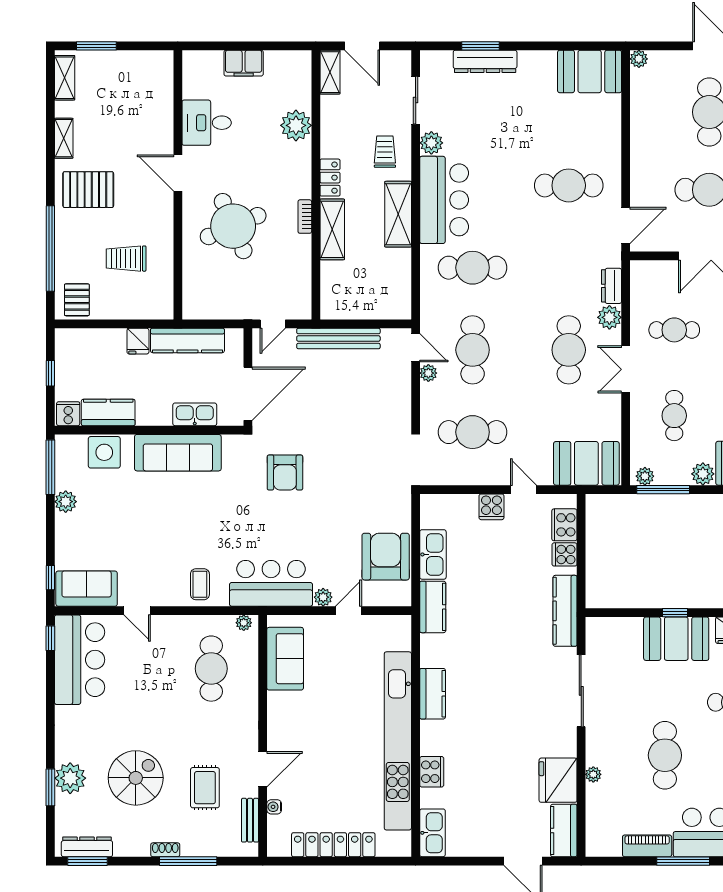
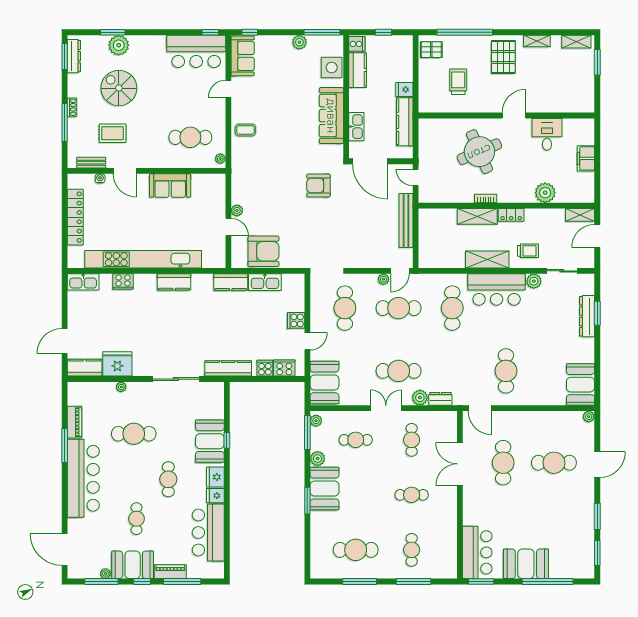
bar counter: (271, 583) -> (246, 176), removed
sofa: (285, 659) -> (170, 186), moved
spiral stairs: (136, 778) -> (119, 88), turned 180

